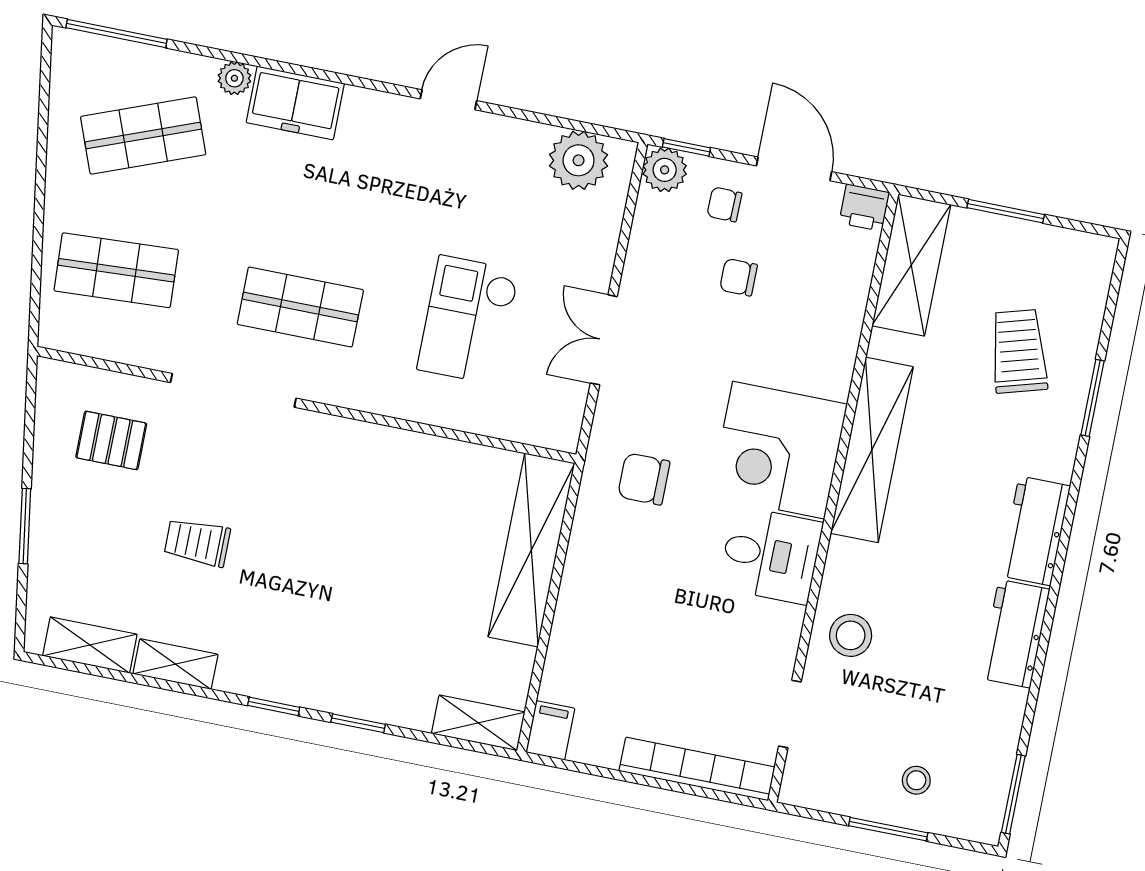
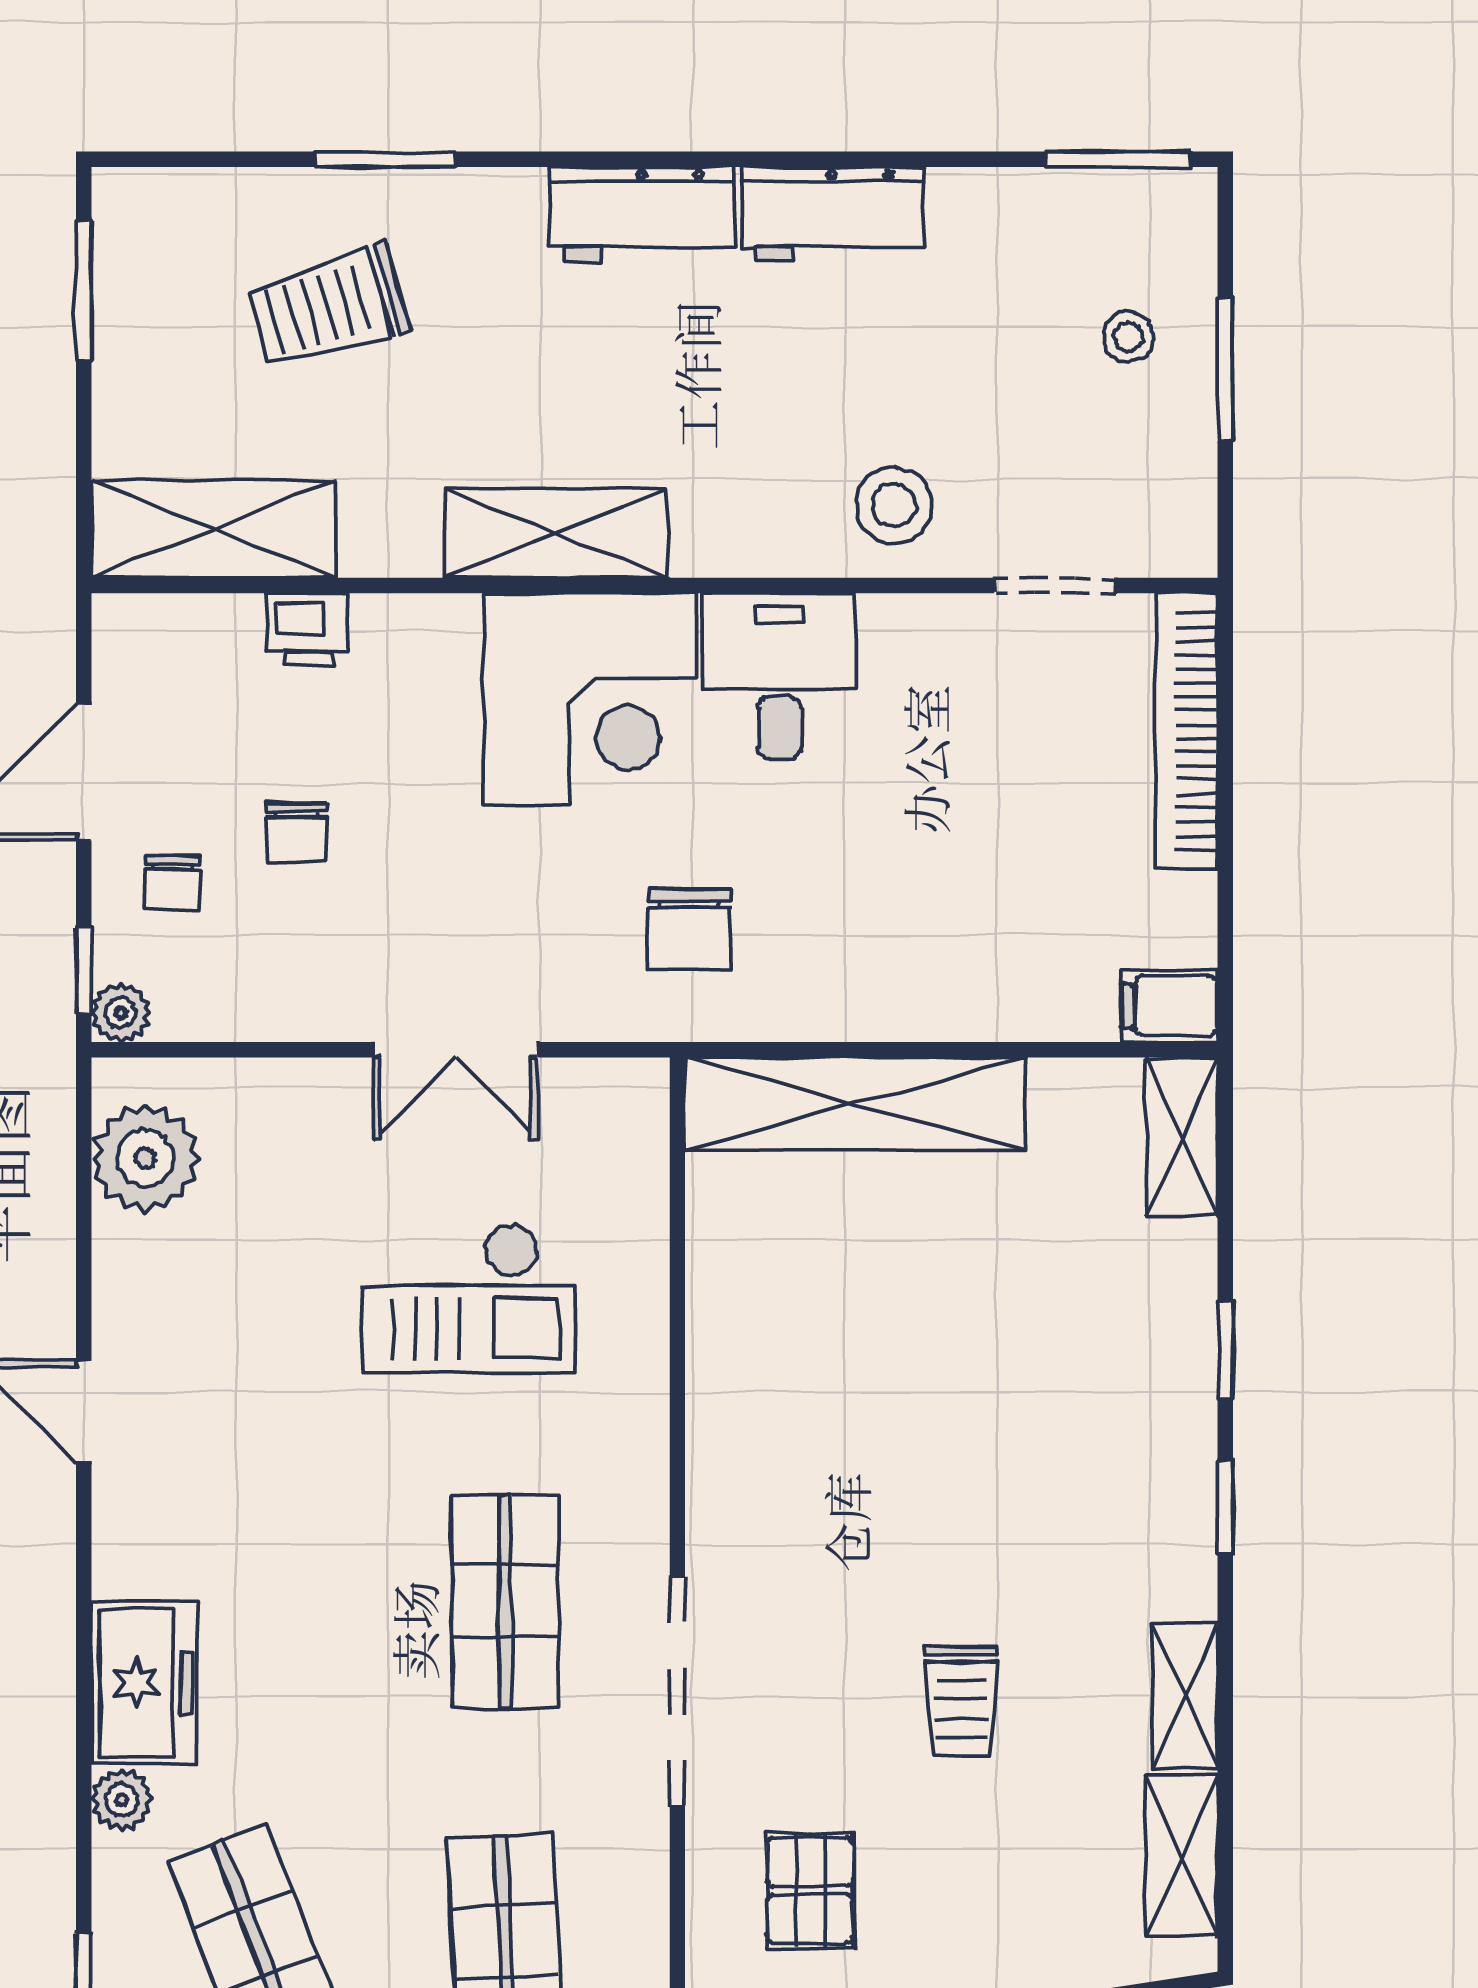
plant: (665, 170) -> (121, 1013), width x0.73, depth x0.73
printer: (864, 208) -> (307, 630), moved, turned 90
window: (1006, 211) -> (84, 291), moved
shelving: (872, 450) -> (556, 533), width x0.68

